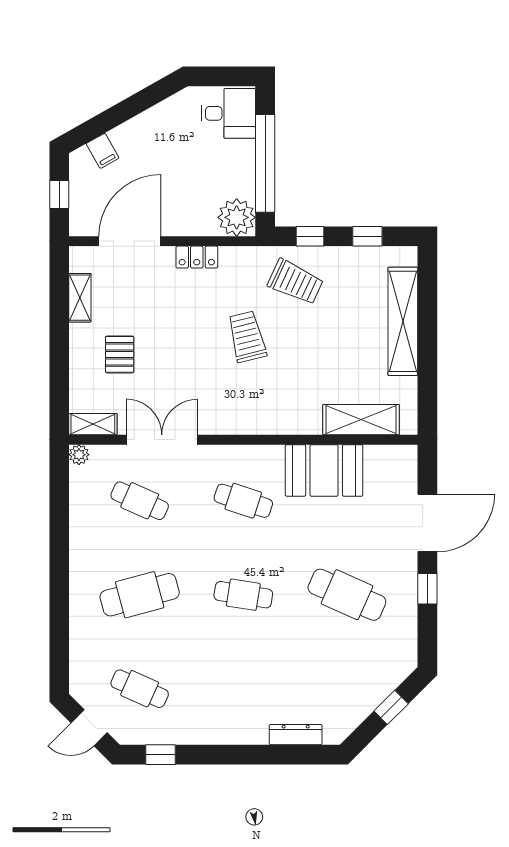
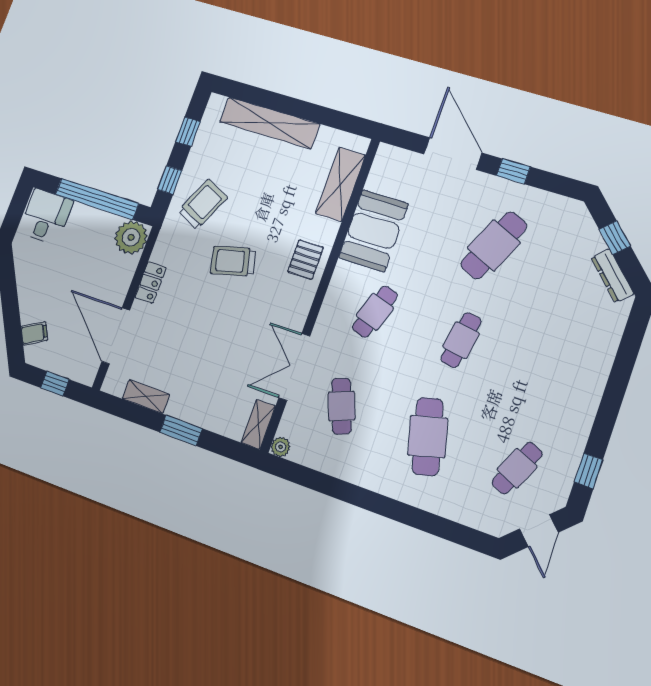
window: (59, 347) -> (181, 430), added
pallet: (120, 354) -> (306, 260), moved, turned 90
cafe table: (140, 501) -> (341, 406), turned -45
dresser: (296, 735) -> (612, 276), moved, turned -45

